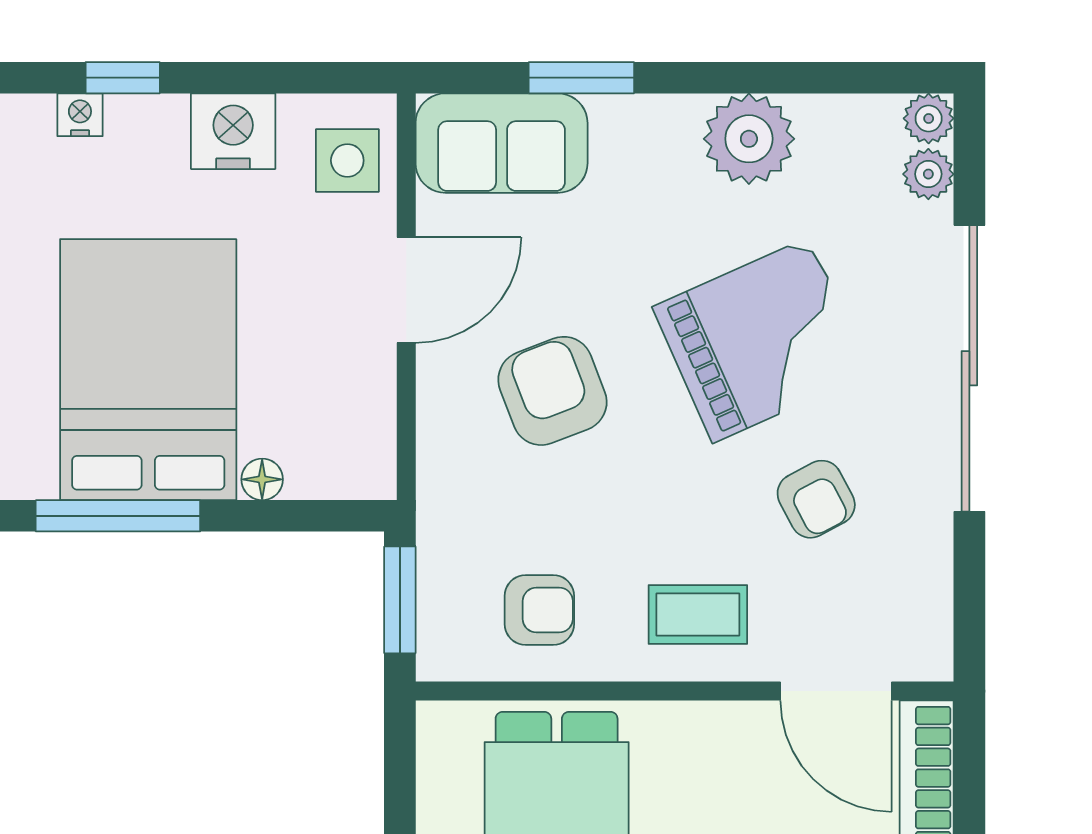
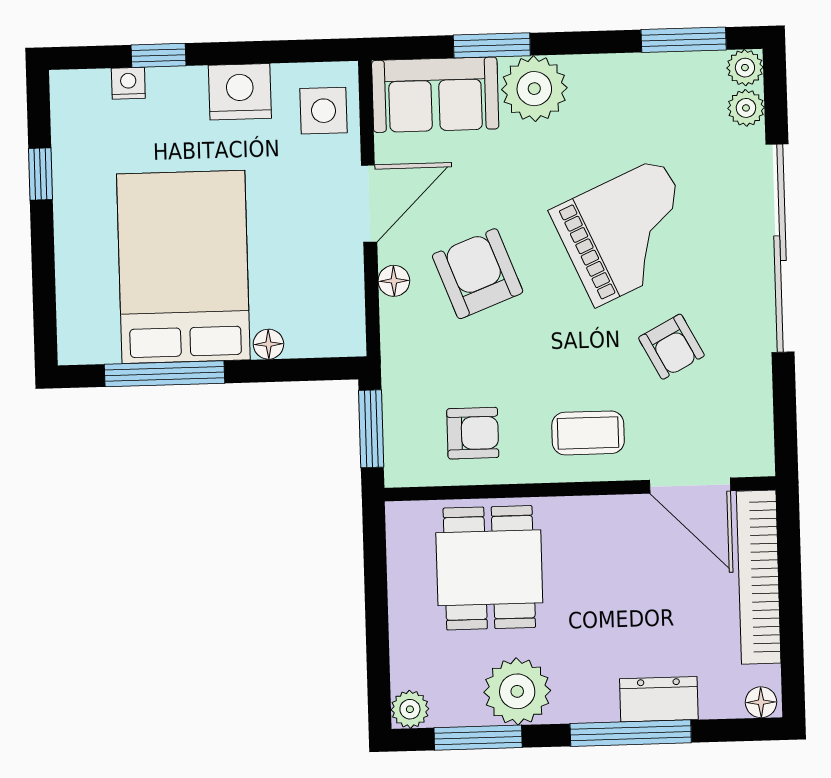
window: (845, 78) -> (684, 40), added
plant: (749, 139) -> (534, 89), moved
floor lamp: (437, 397) -> (394, 281), added

